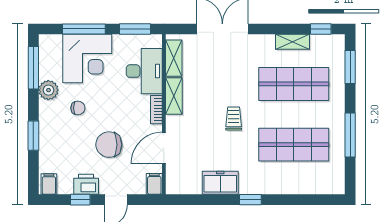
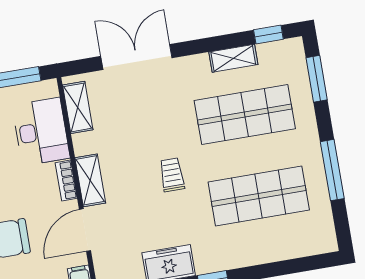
shelving: (174, 96) -> (90, 180), moved

